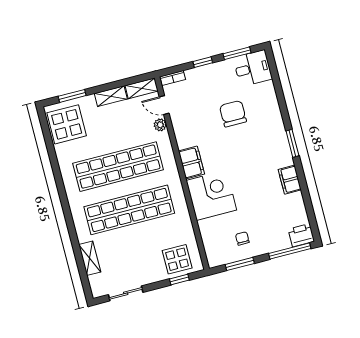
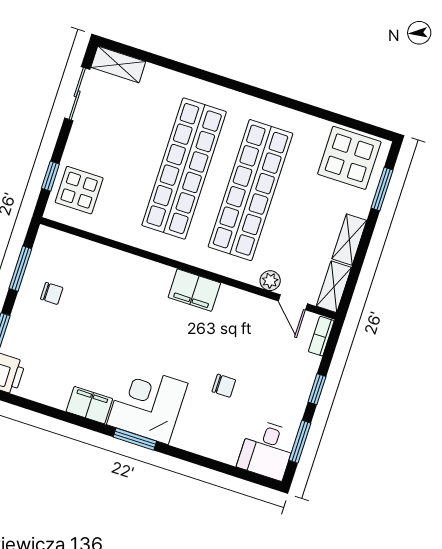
door: (164, 105) -> (293, 302), swing flipped
chair: (233, 114) -> (224, 386), width x0.54, depth x0.54
corner desk: (211, 195) -> (147, 404), moved, turned 180
shelving: (90, 258) -> (118, 64), moved

